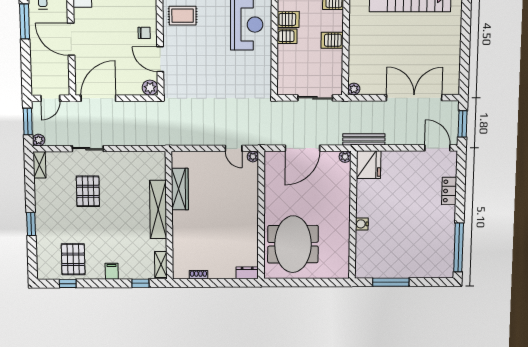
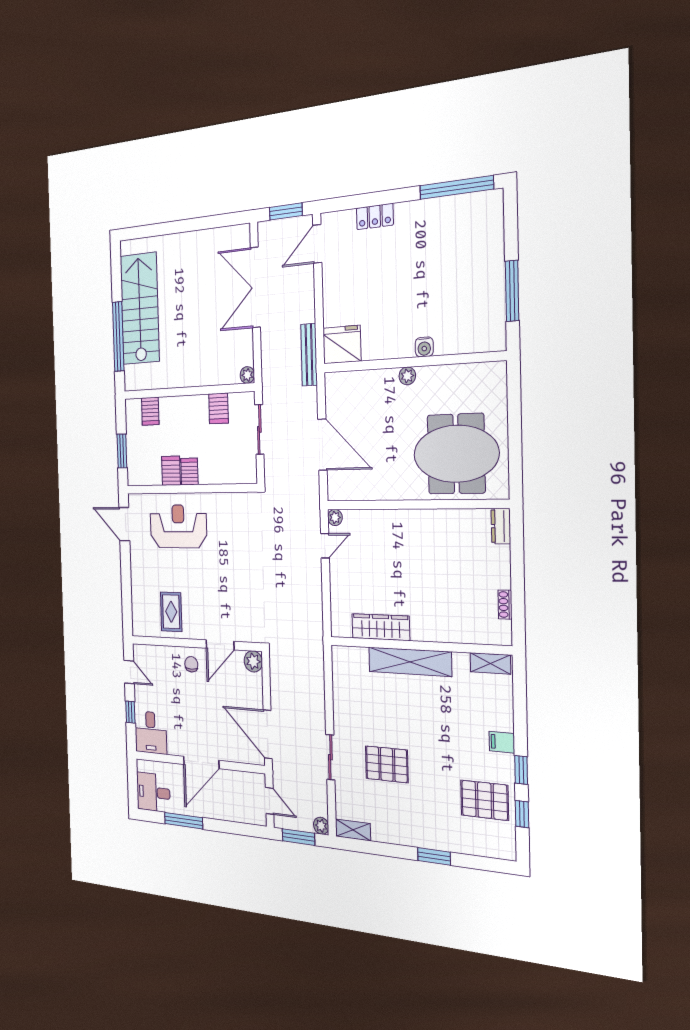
server rack: (332, 40) -> (218, 408), moved
plant: (345, 157) -> (407, 376), moved
window: (140, 283) -> (521, 770), moved

